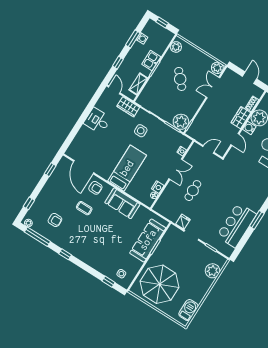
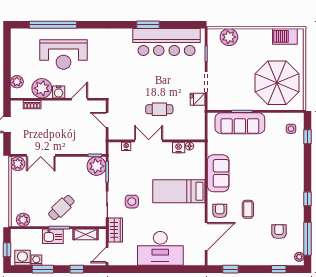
washing machine: (150, 30) -> (22, 258), added
cafe table: (180, 79) -> (61, 208), moved
wardrobe: (241, 118) -> (54, 107), removed
desk: (97, 121) -> (160, 248), width x1.87, depth x1.30
bar counter: (237, 225) -> (167, 42), width x1.36

